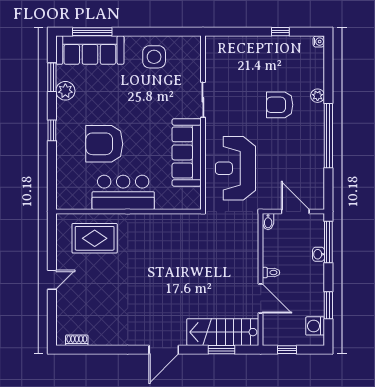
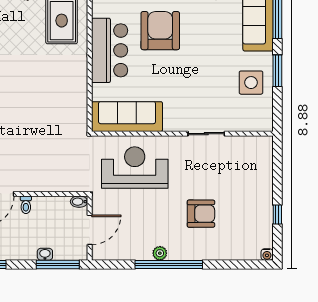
window: (143, 32) -> (277, 71), added
plant: (318, 96) -> (160, 253), moved
armchair: (280, 105) -> (201, 214), turned 90
sofa: (187, 152) -> (127, 117), moved

